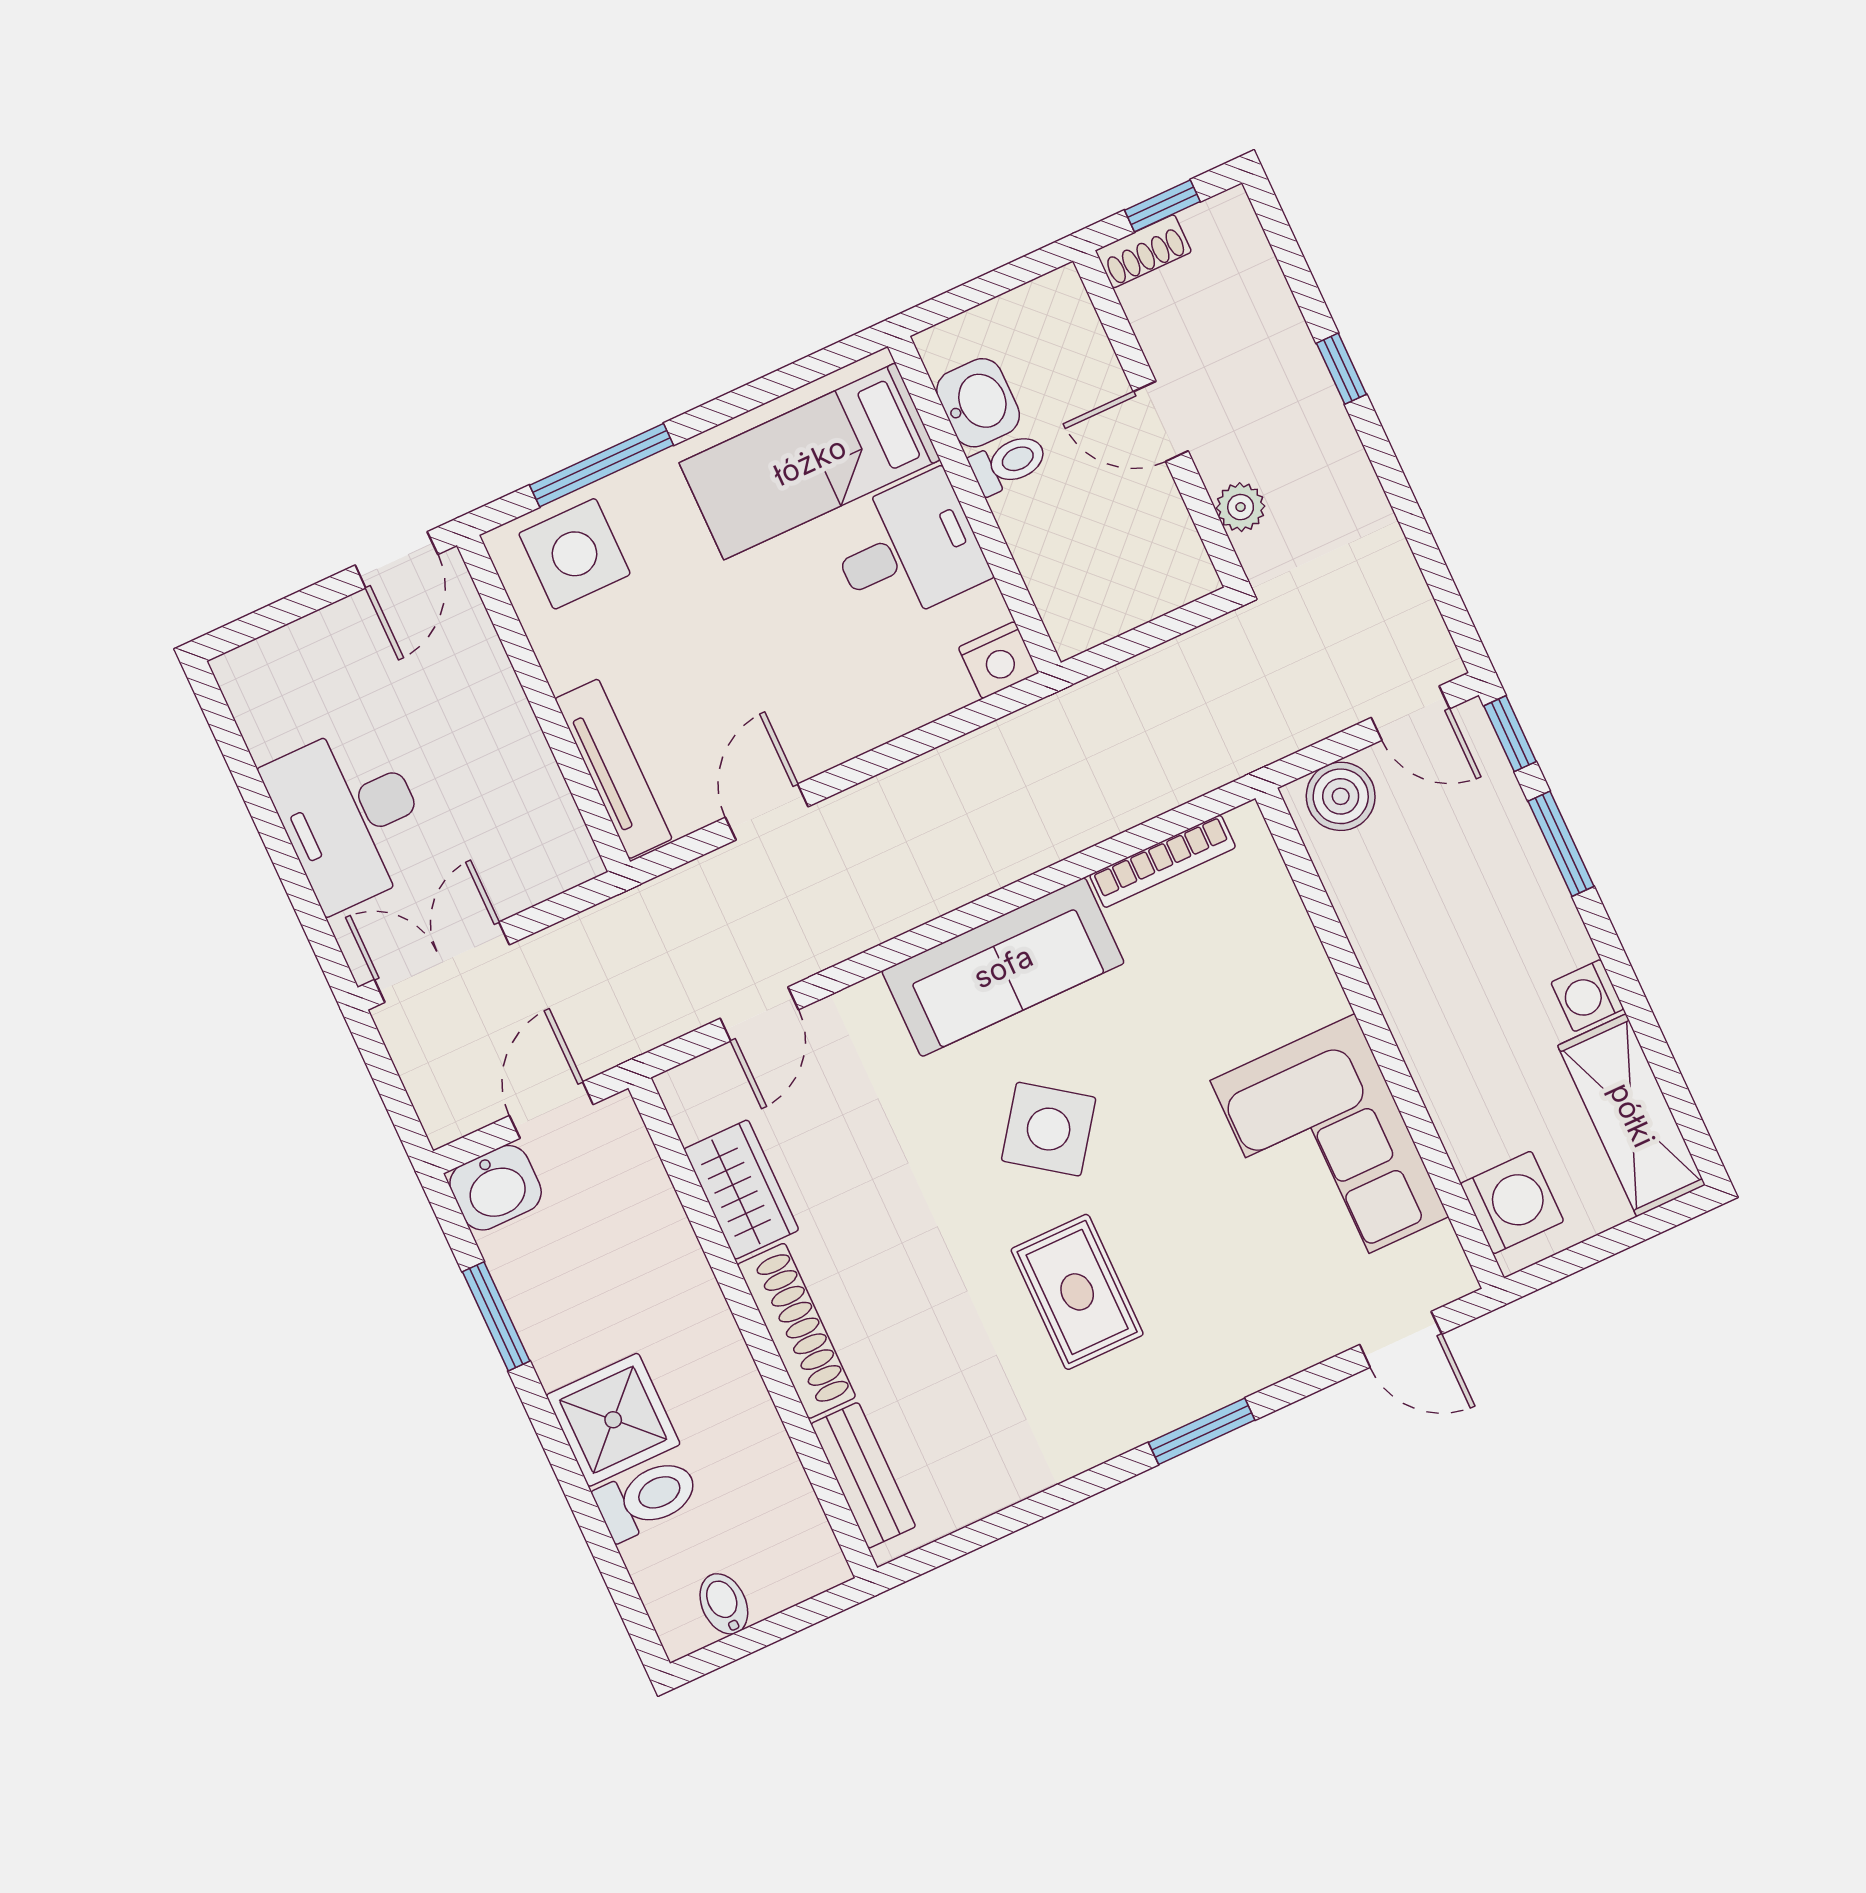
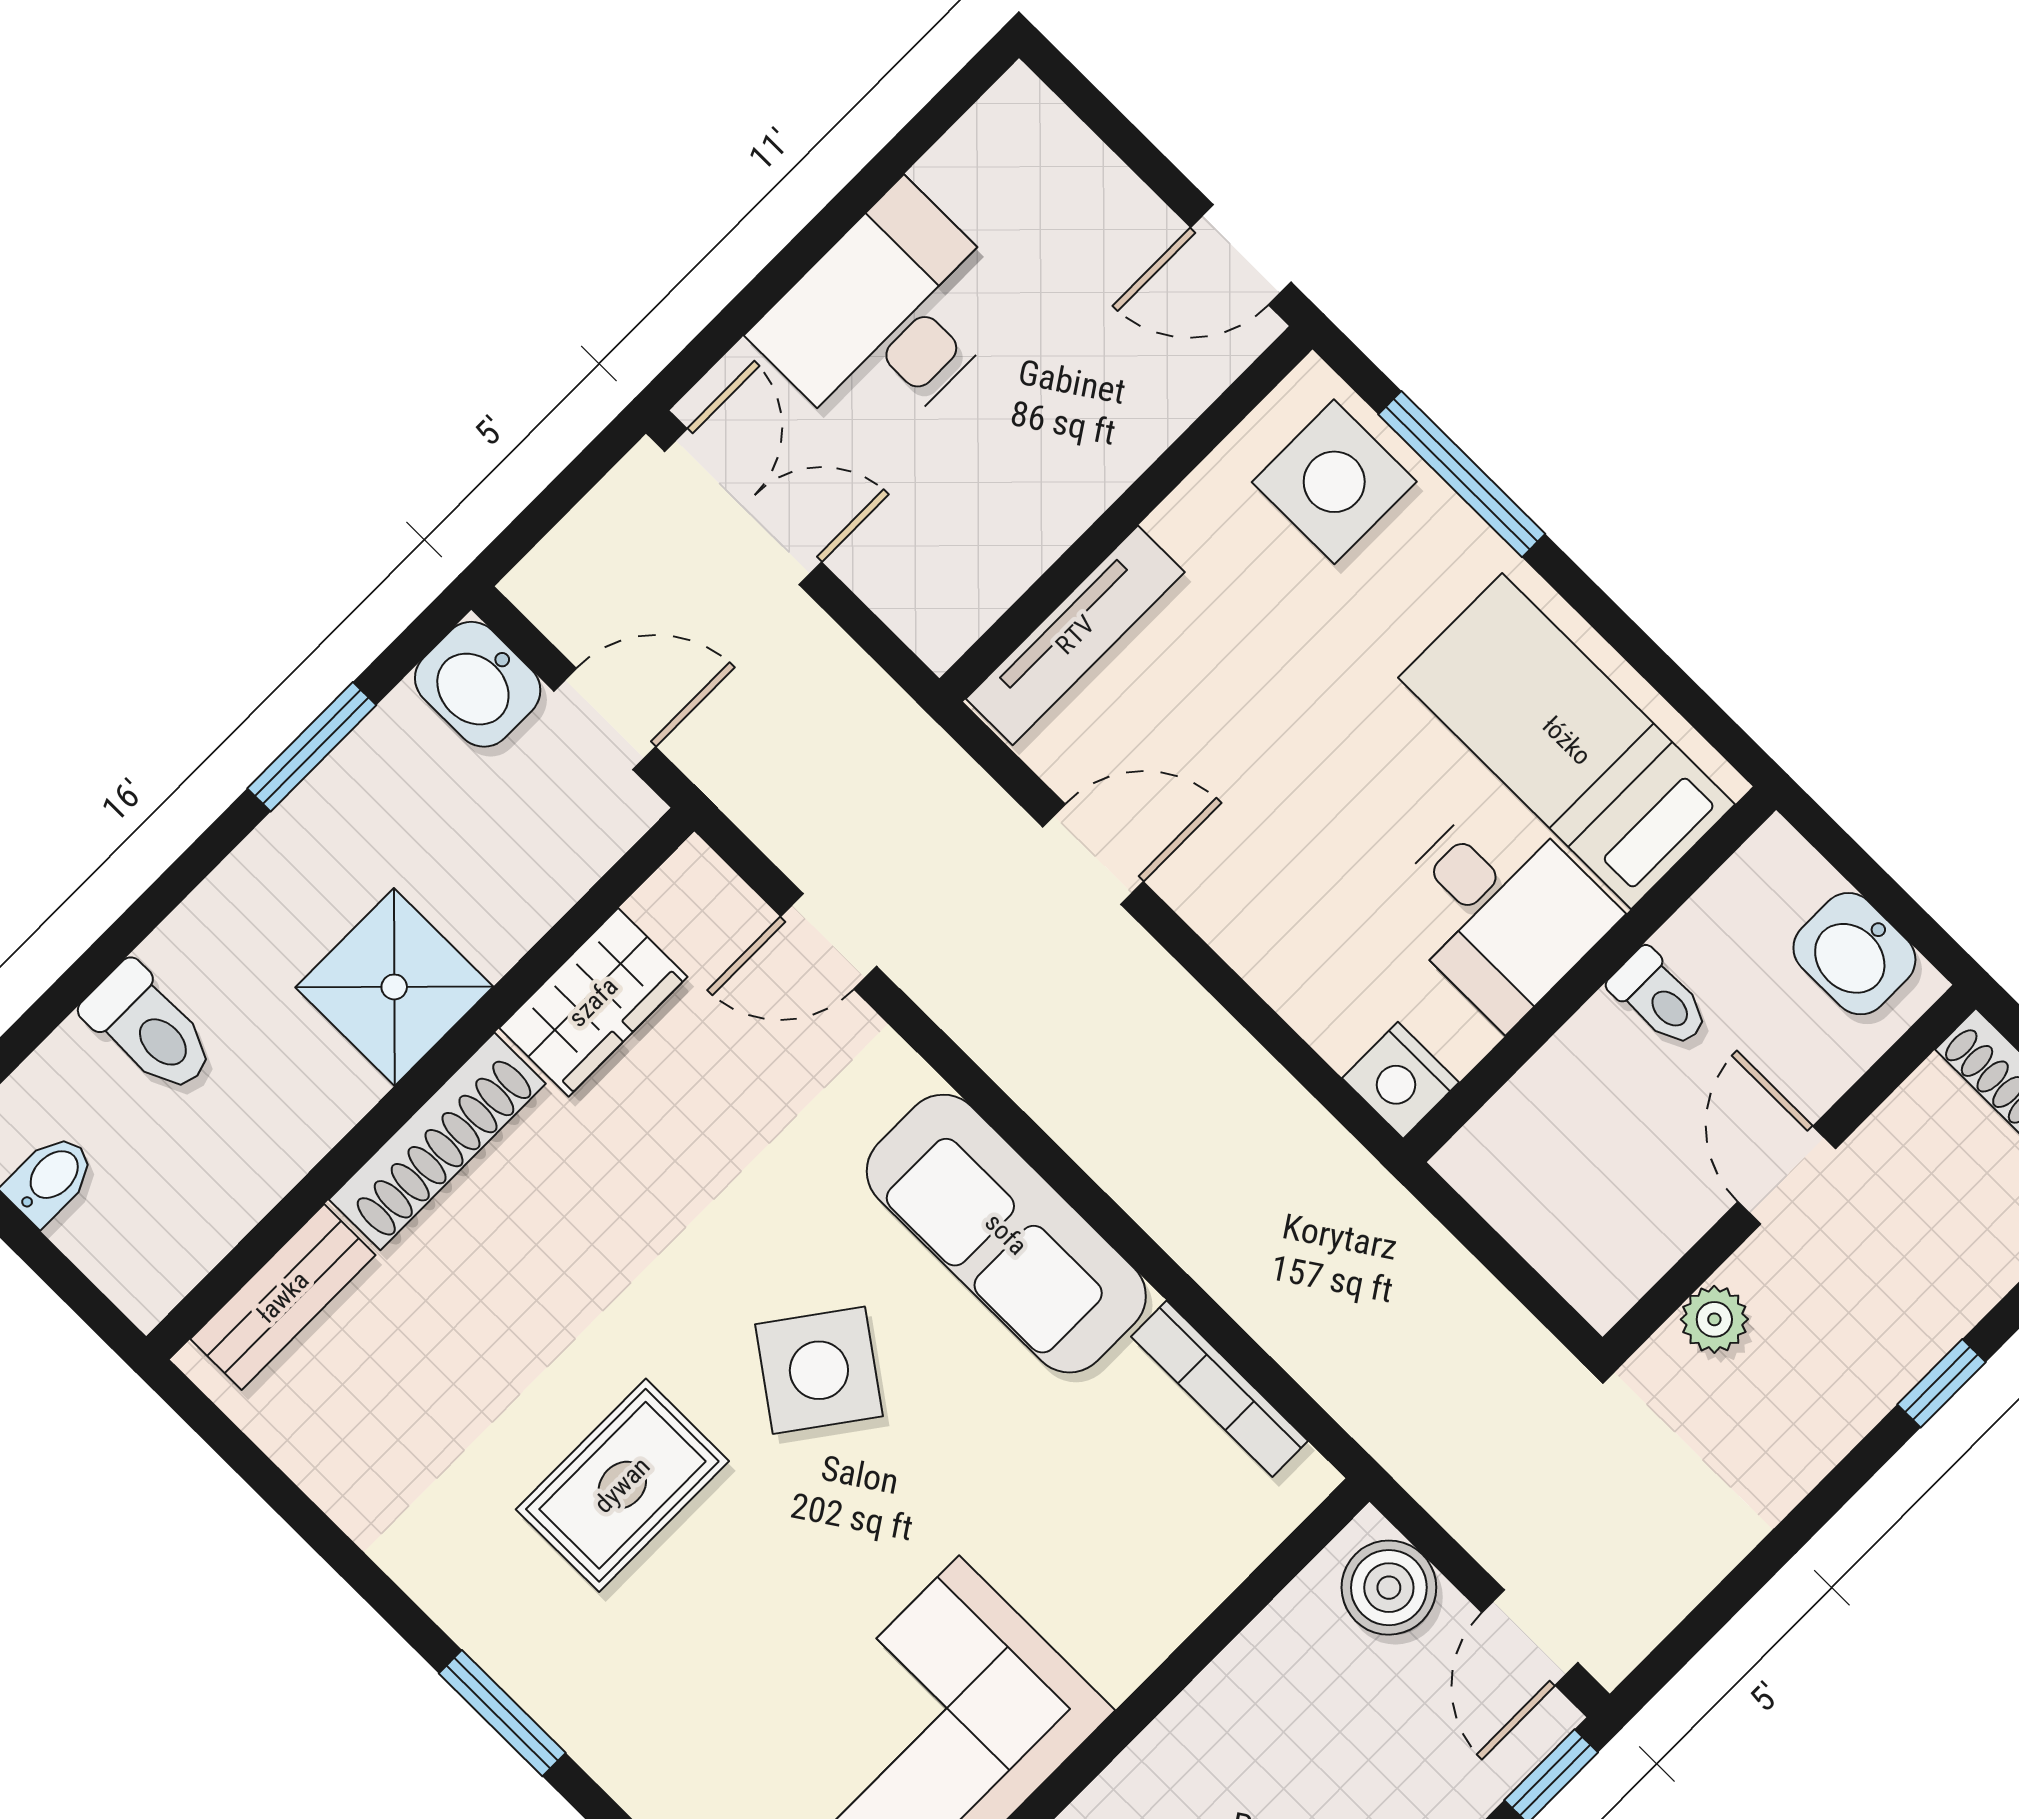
washbasin: (978, 403) -> (1854, 954), moved, turned 90
shower: (613, 1420) -> (394, 987), moved

